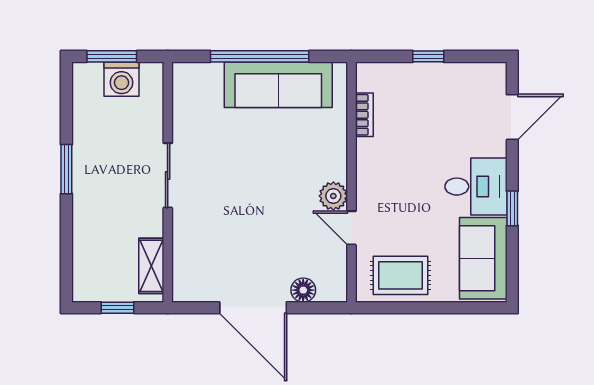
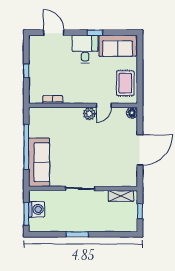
sofa: (278, 85) -> (39, 162), moved
floor lamp: (303, 290) -> (132, 113), moved

